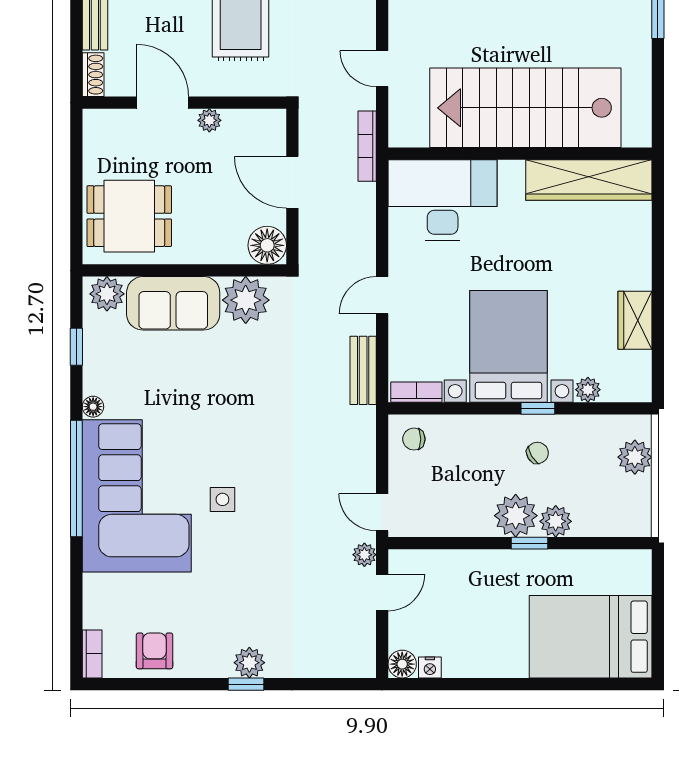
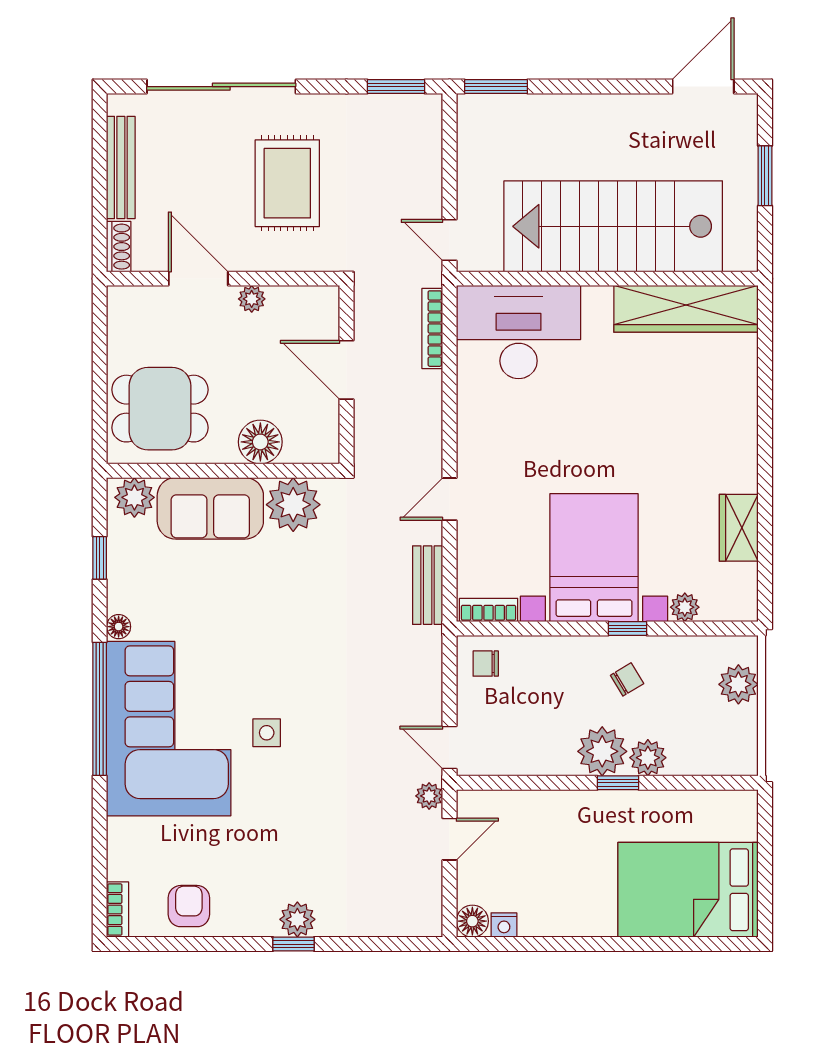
stairs: (525, 108) -> (613, 226), moved
wall: (520, 154) -> (607, 279), moved
wardrobe: (589, 180) -> (686, 309), moved
desk: (443, 200) -> (519, 332), moved
floor lamp: (267, 245) -> (260, 442), moved

